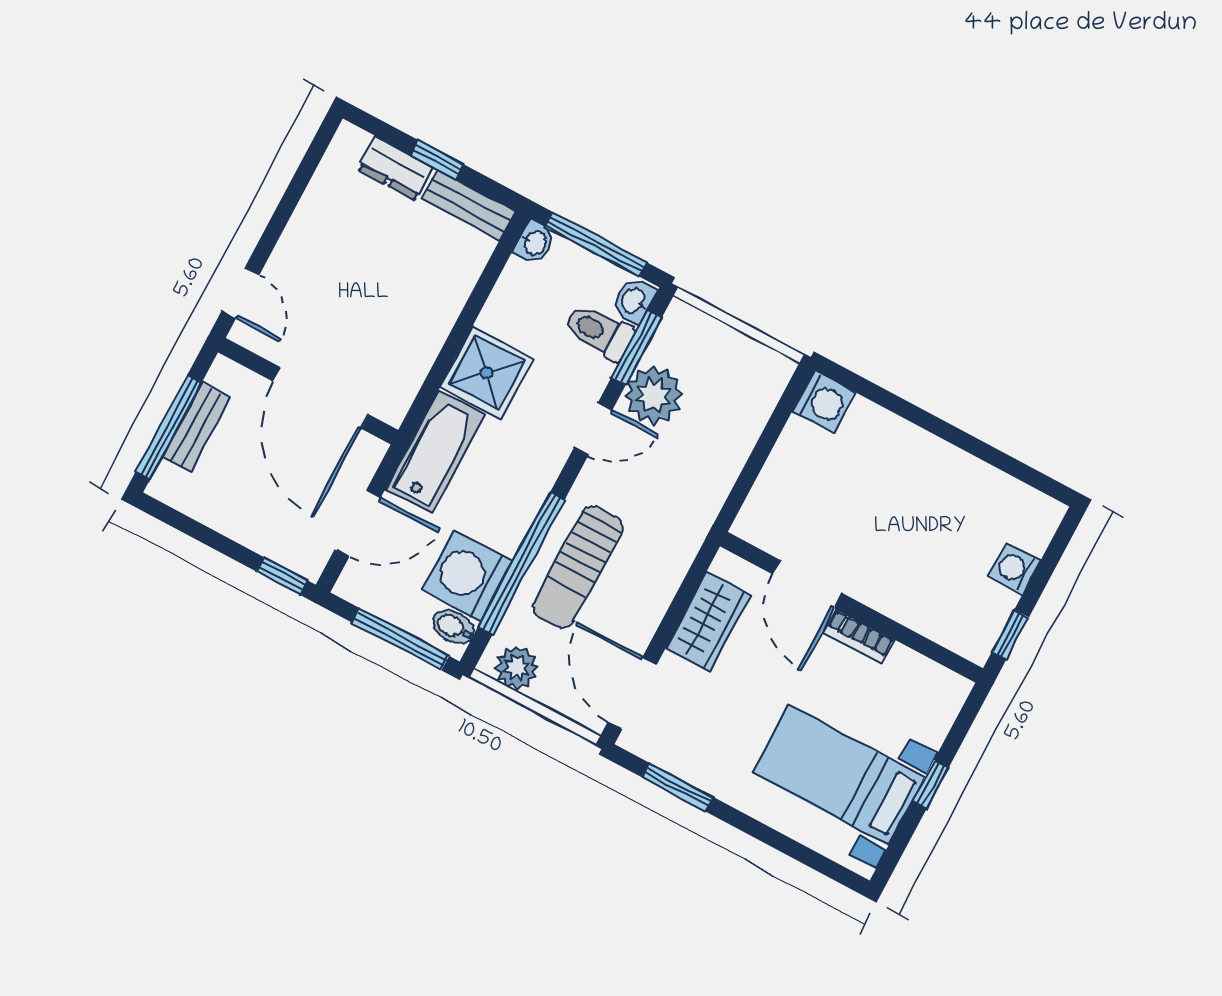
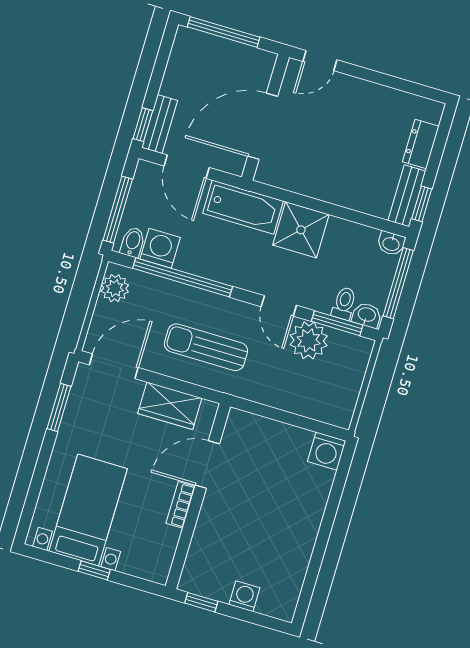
window: (437, 160) -> (422, 204), moved
toilet: (599, 331) -> (344, 303), width x0.73, depth x0.72
bench: (196, 427) -> (160, 124), moved, turned 90
sun lounger: (578, 567) -> (206, 347), moved
washing machine: (467, 576) -> (160, 248), width x0.73, depth x0.73

